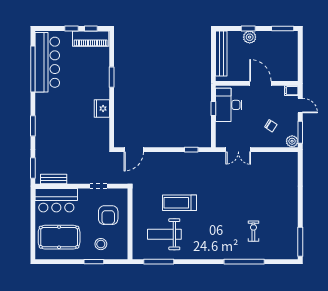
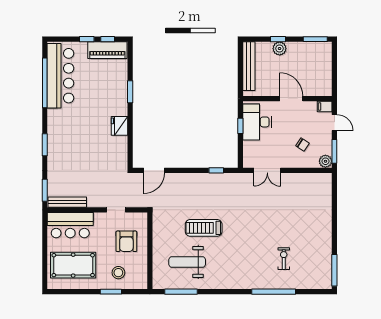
bench: (54, 179) -> (67, 202), width x1.36

